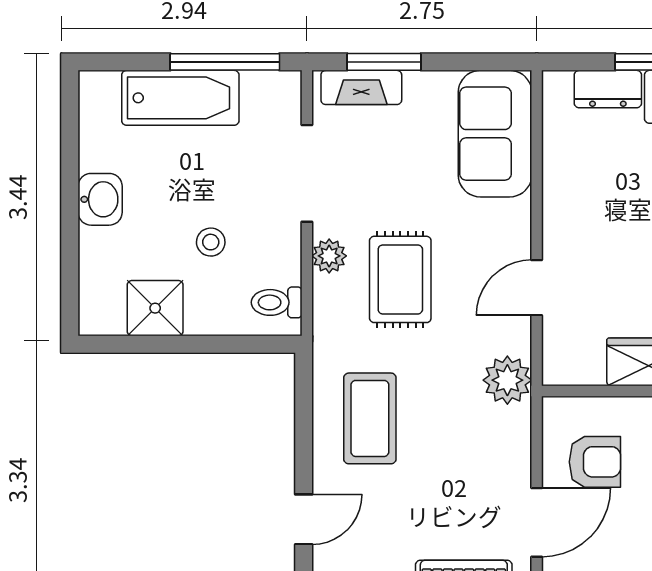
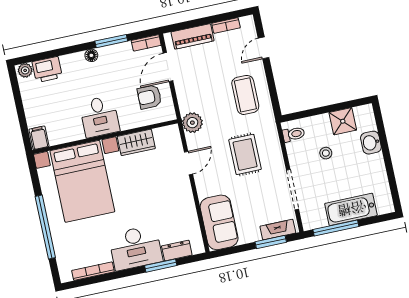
washbasin: (100, 199) -> (371, 143), moved
plant: (329, 256) -> (276, 158), removed

